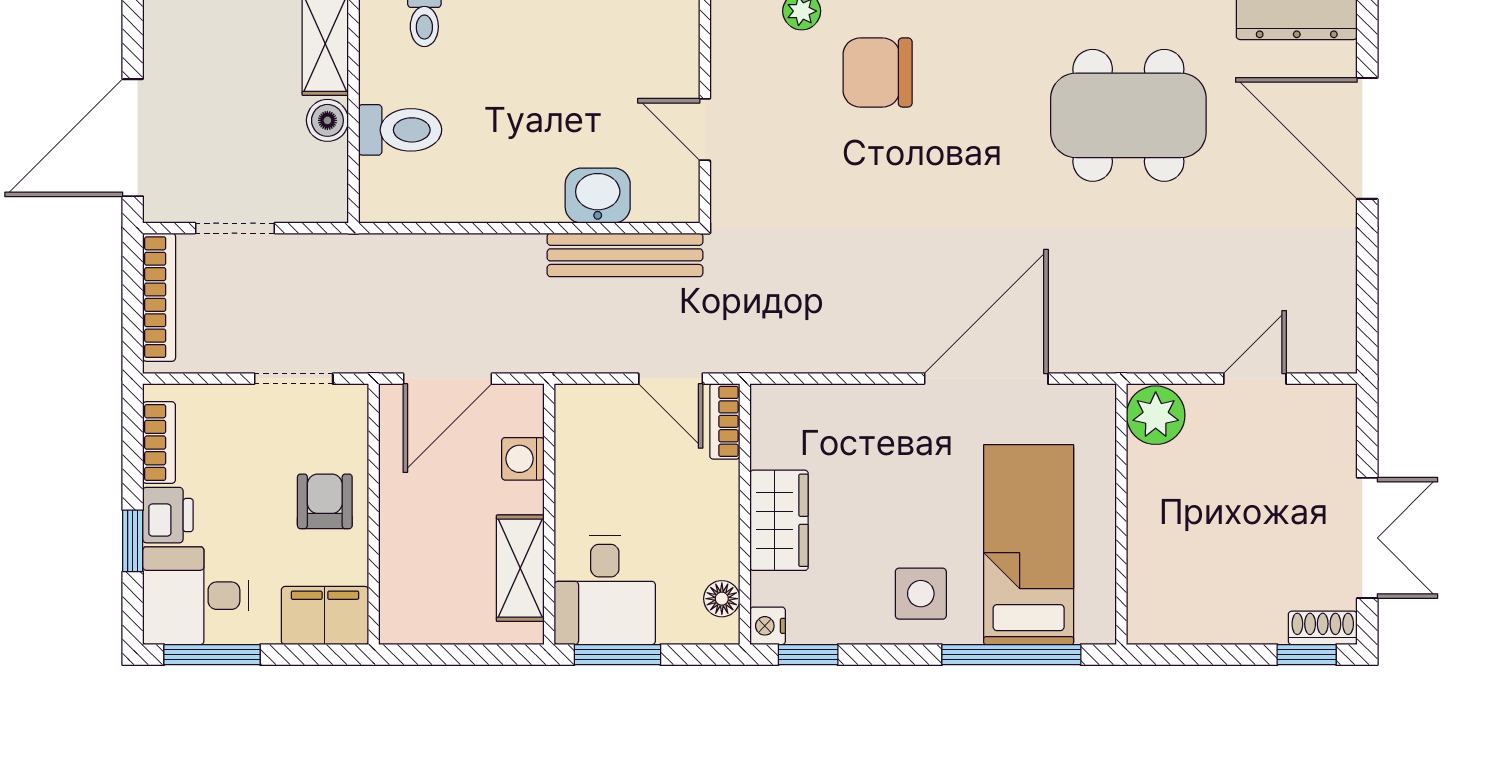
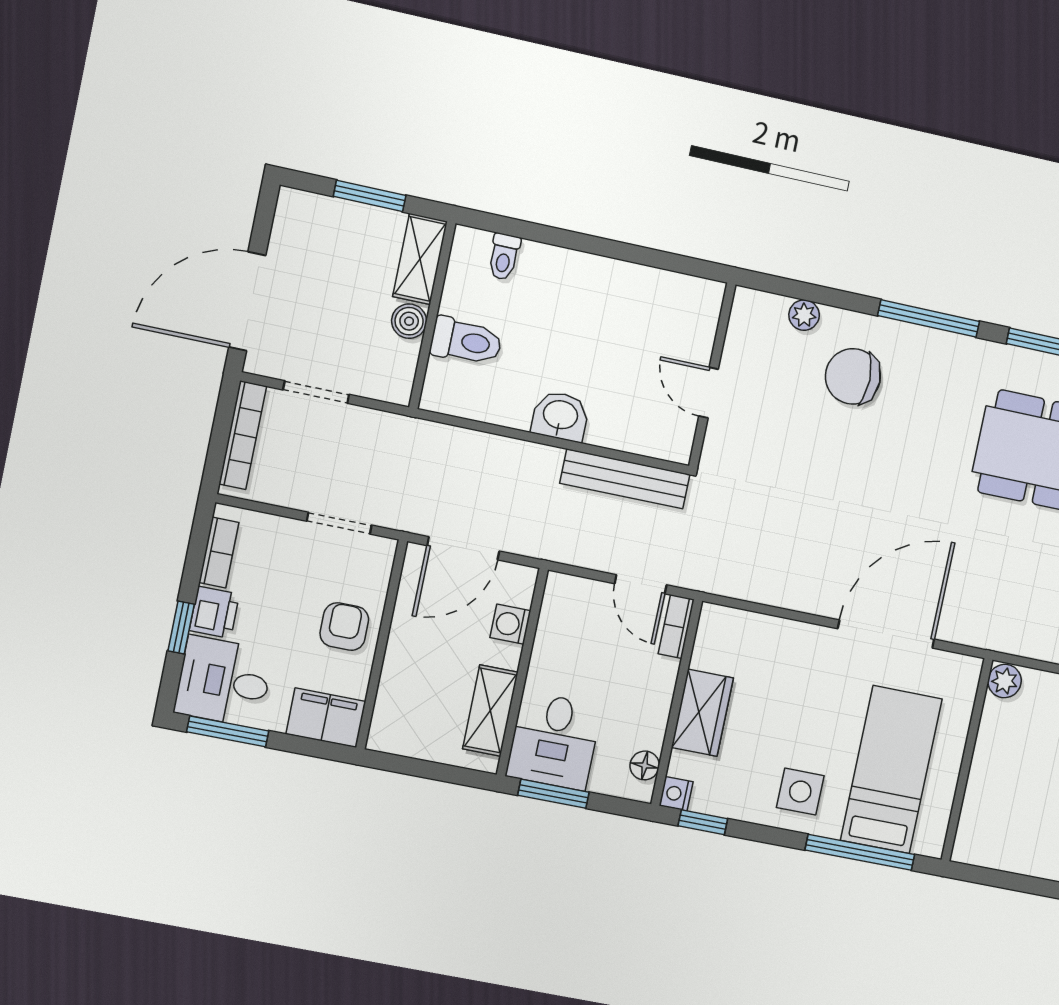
washbasin: (598, 196) -> (560, 416), moved
plant: (1156, 415) -> (1005, 681), width x0.73, depth x0.73

